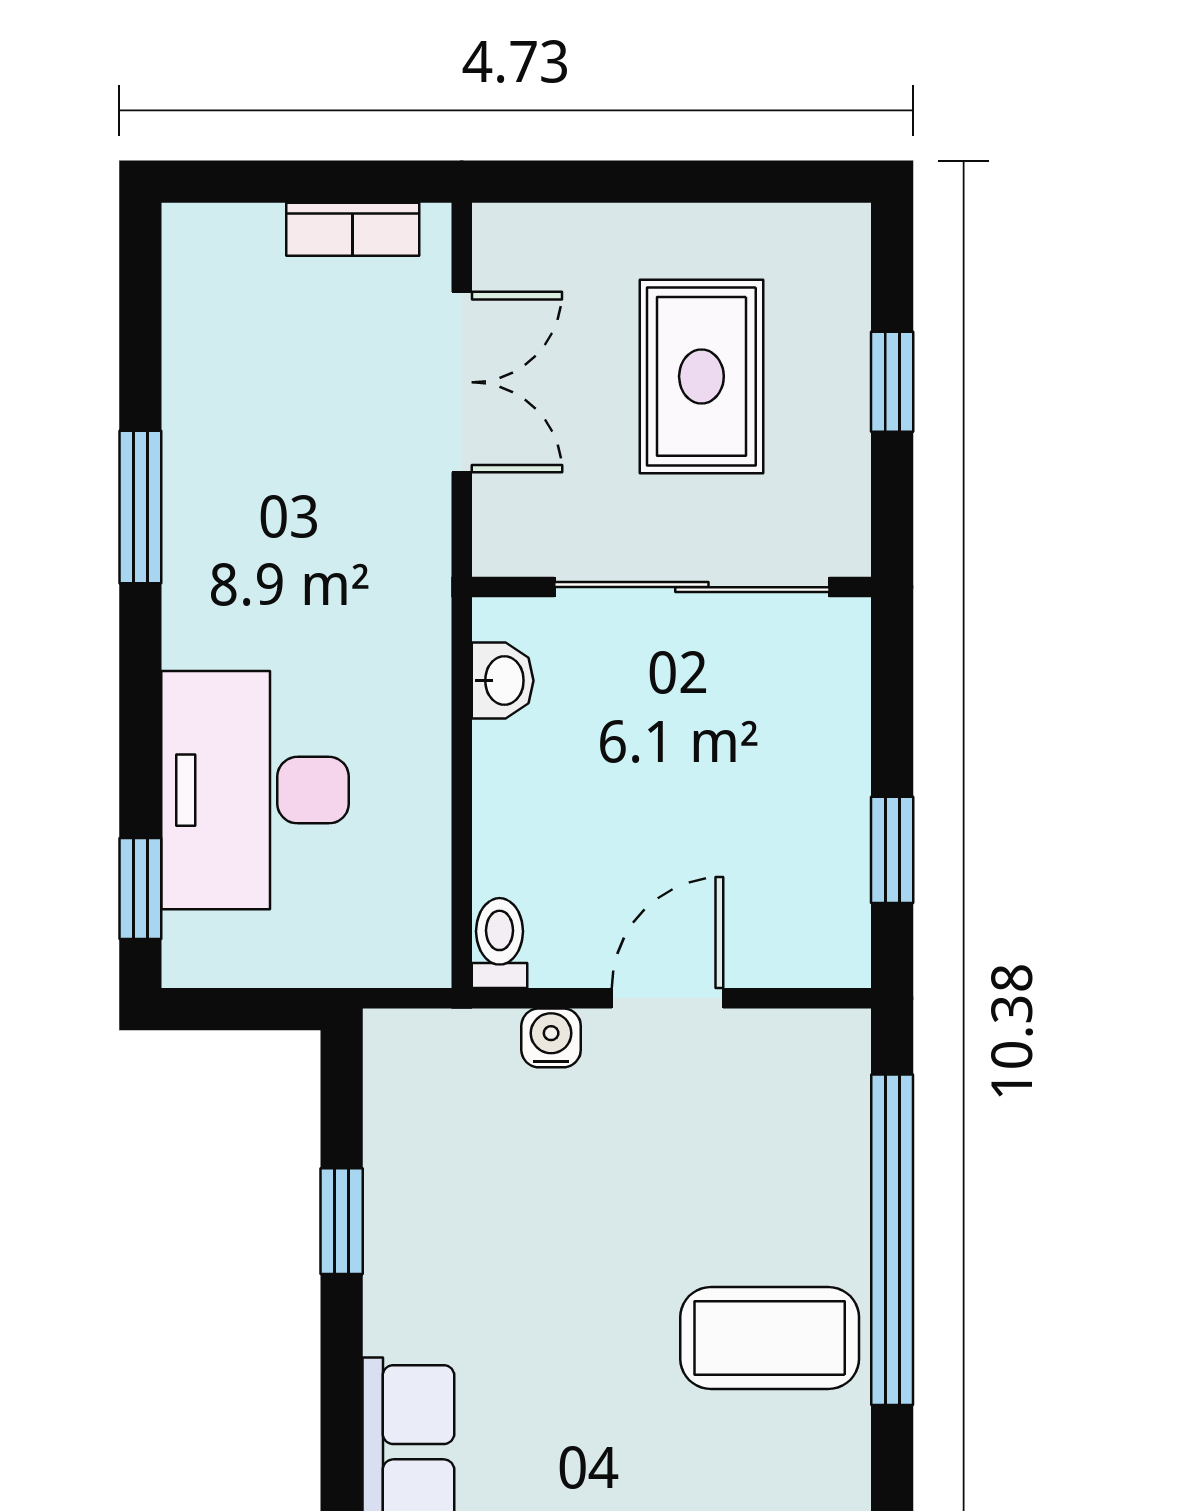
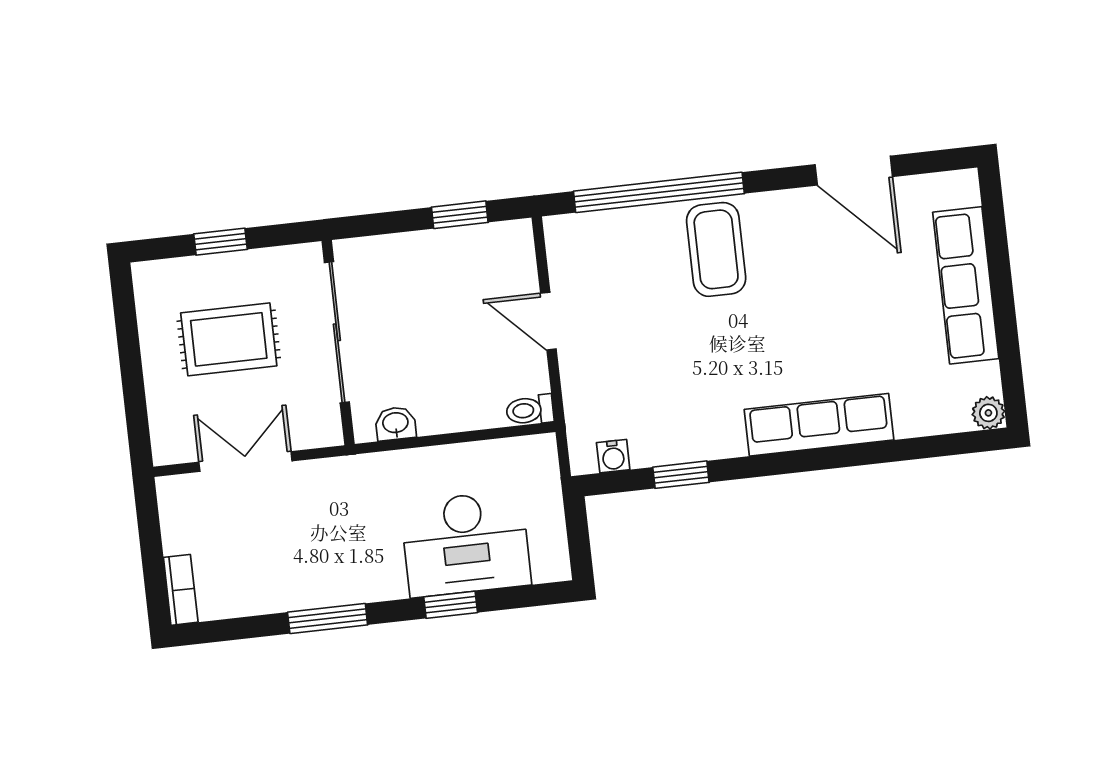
bookcase: (353, 229) -> (181, 590), moved
window: (140, 888) -> (451, 605), moved
water cooler: (551, 1038) -> (613, 456), moved, turned -90

